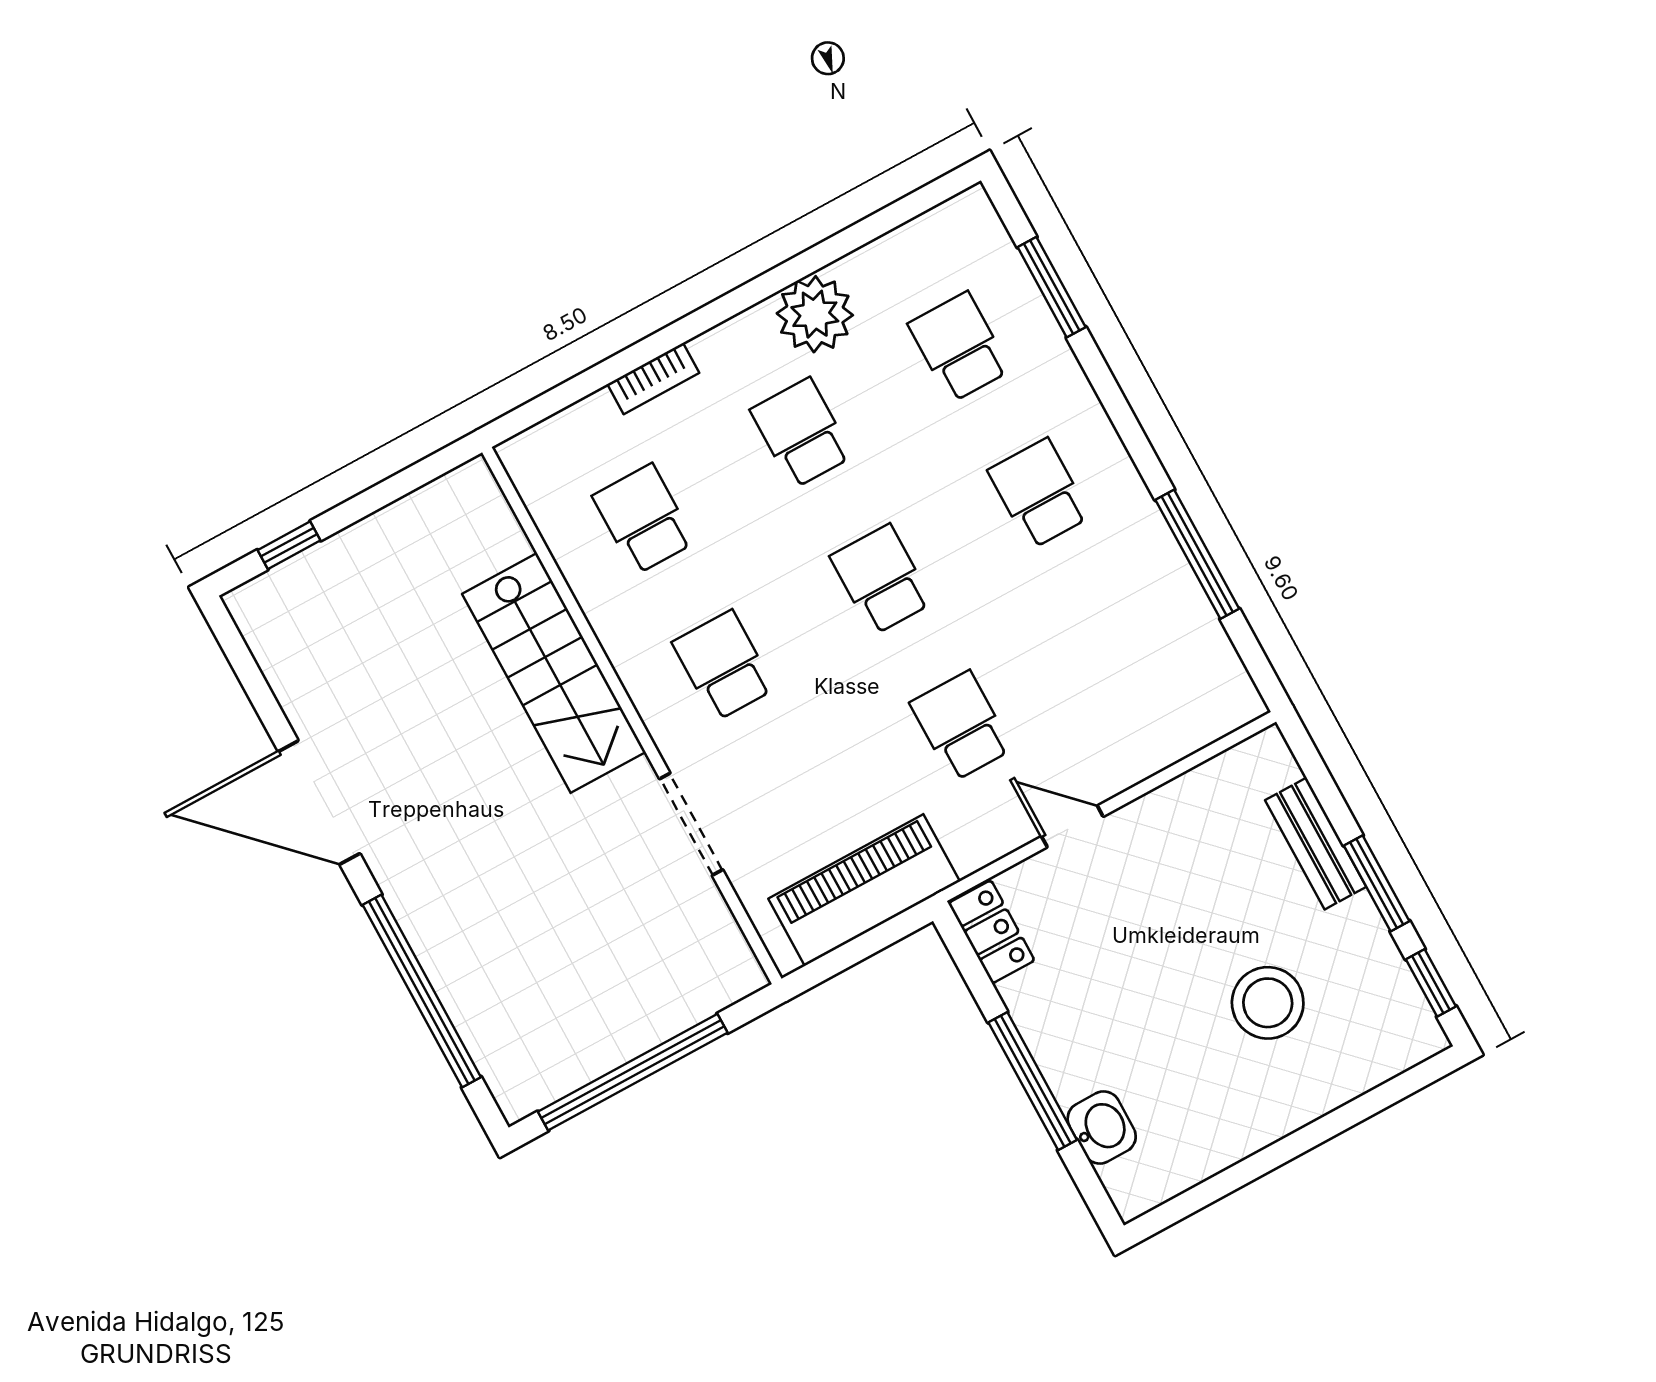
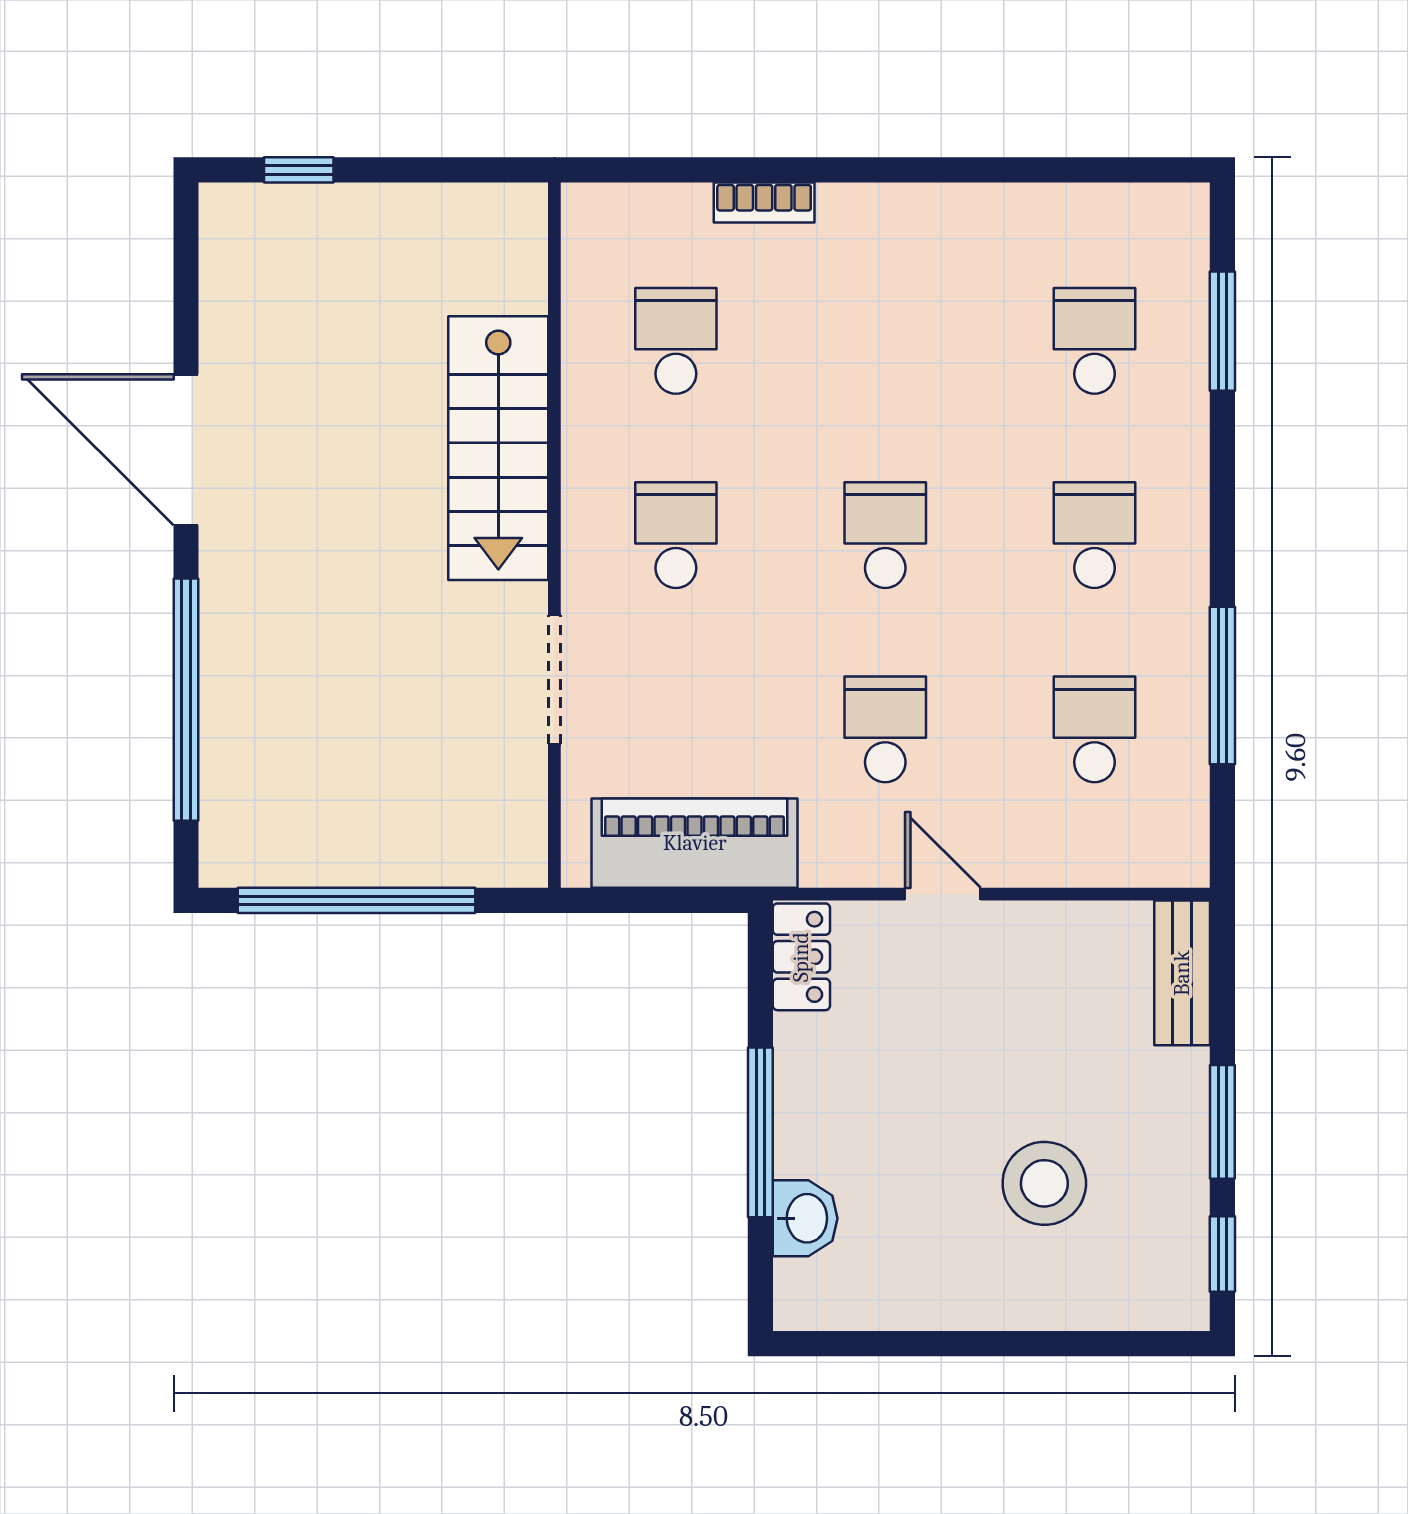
plant: (815, 314) -> (965, 227), removed
school desk: (801, 433) -> (1094, 729), moved
bench: (1316, 843) -> (1182, 973), moved

